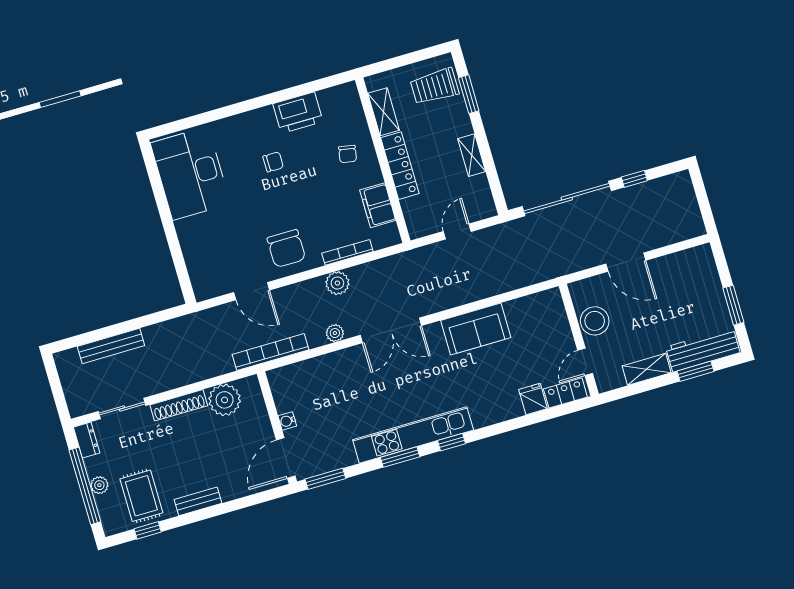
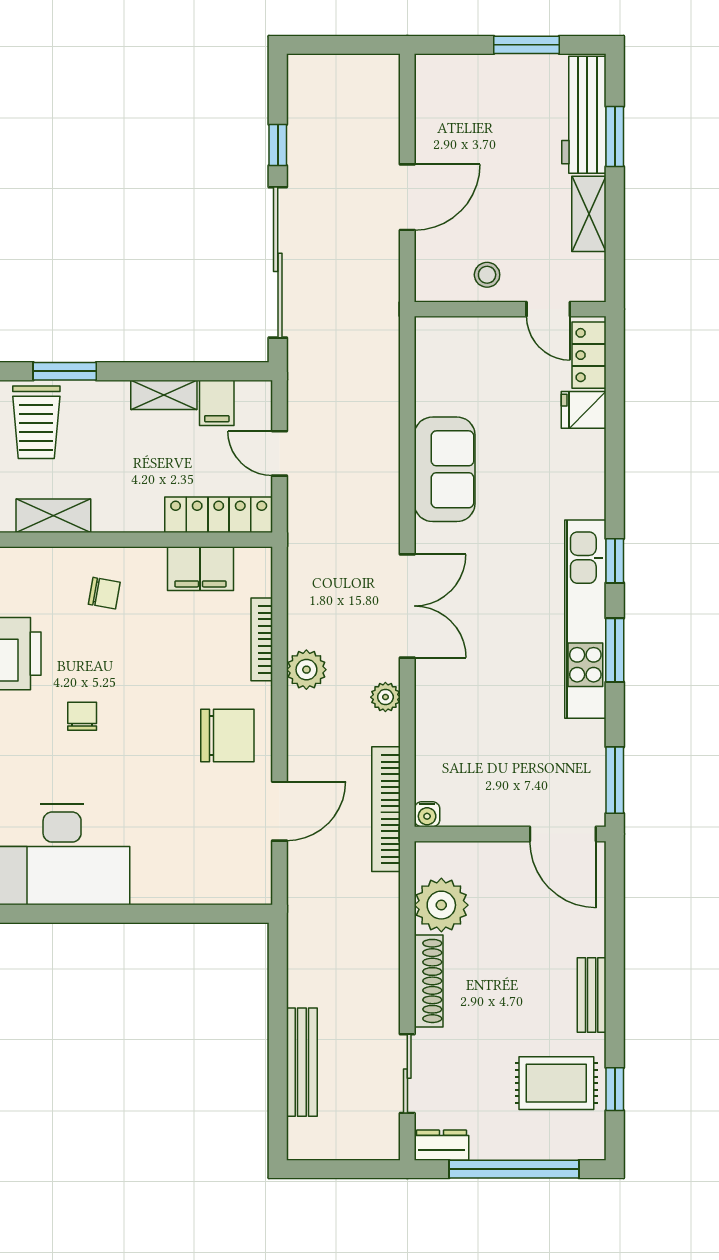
locker: (400, 166) -> (219, 515), moved
filing cabinet: (476, 187) -> (217, 403), added
stool: (595, 321) -> (487, 275), width x0.53, depth x0.53
water cooler: (287, 421) -> (427, 814), moved
plant: (99, 485) -> (520, 1146), removed

